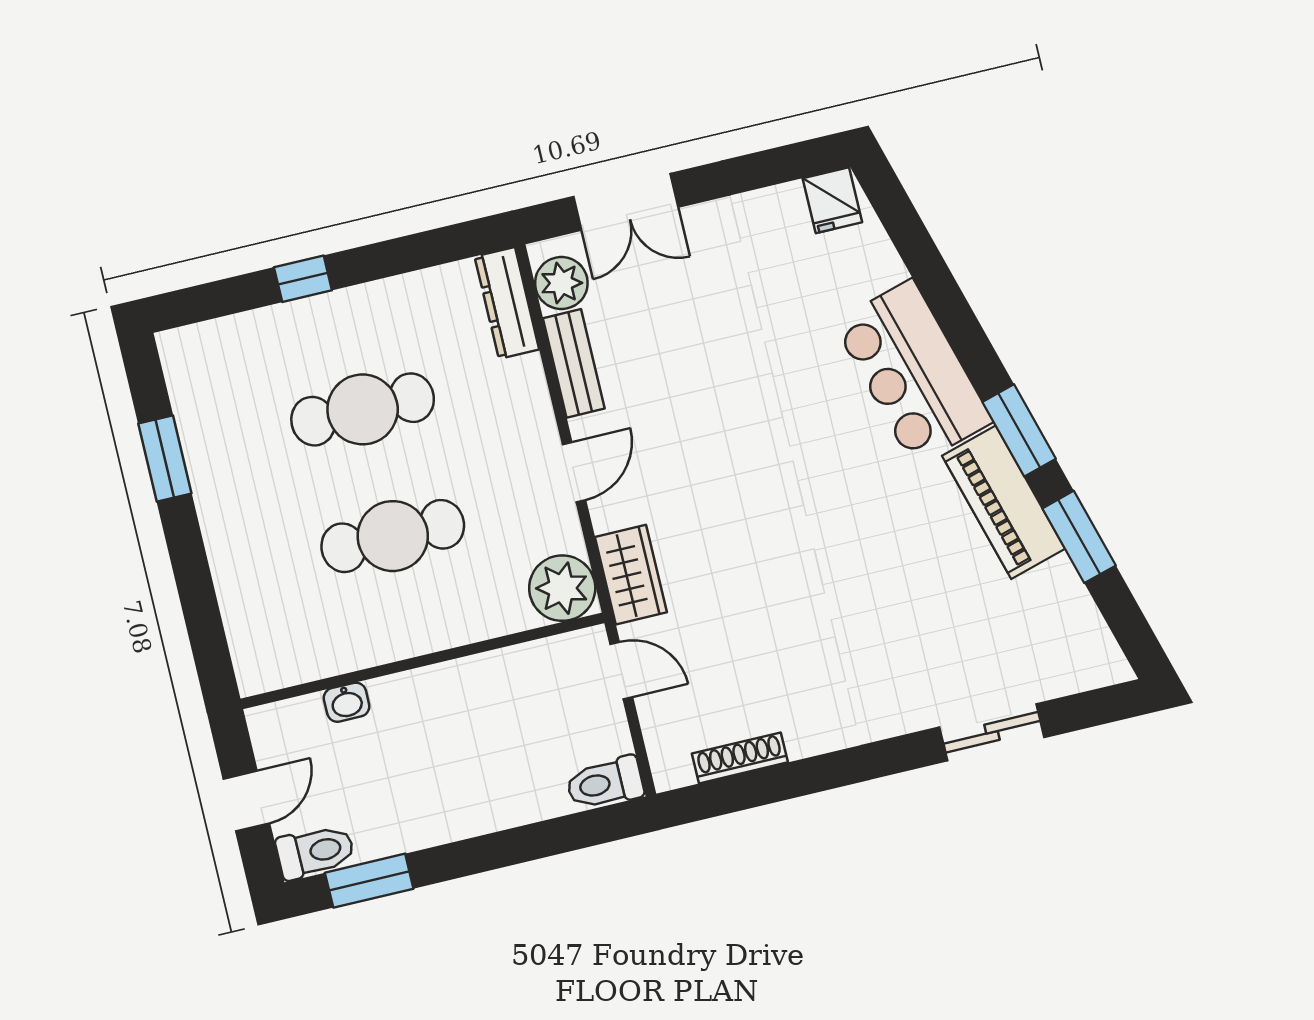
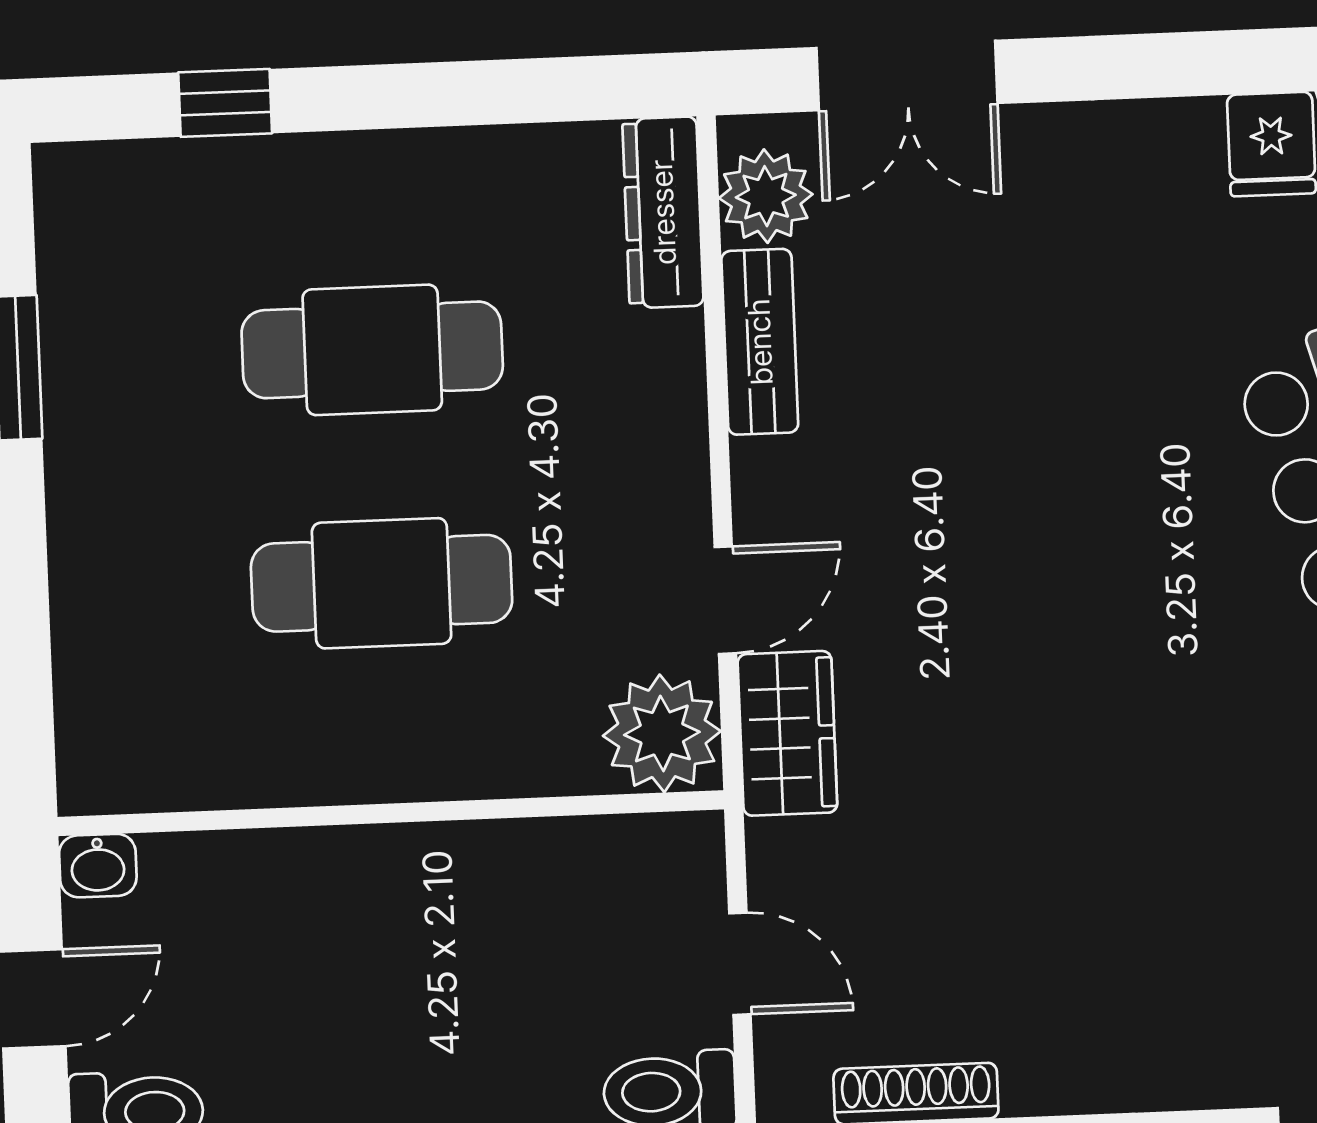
window: (303, 279) -> (225, 103), moved
door: (574, 472) -> (725, 600), moved
door: (621, 671) -> (740, 964), moved
washbasin: (347, 702) -> (98, 866), moved

